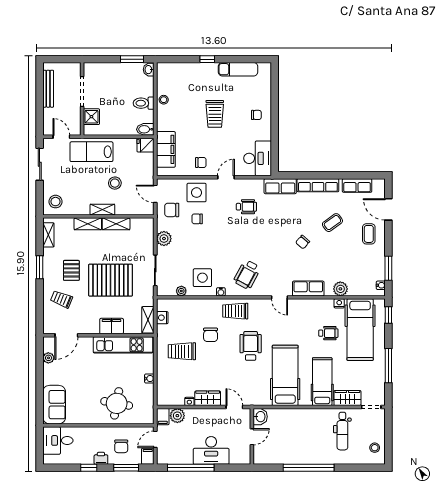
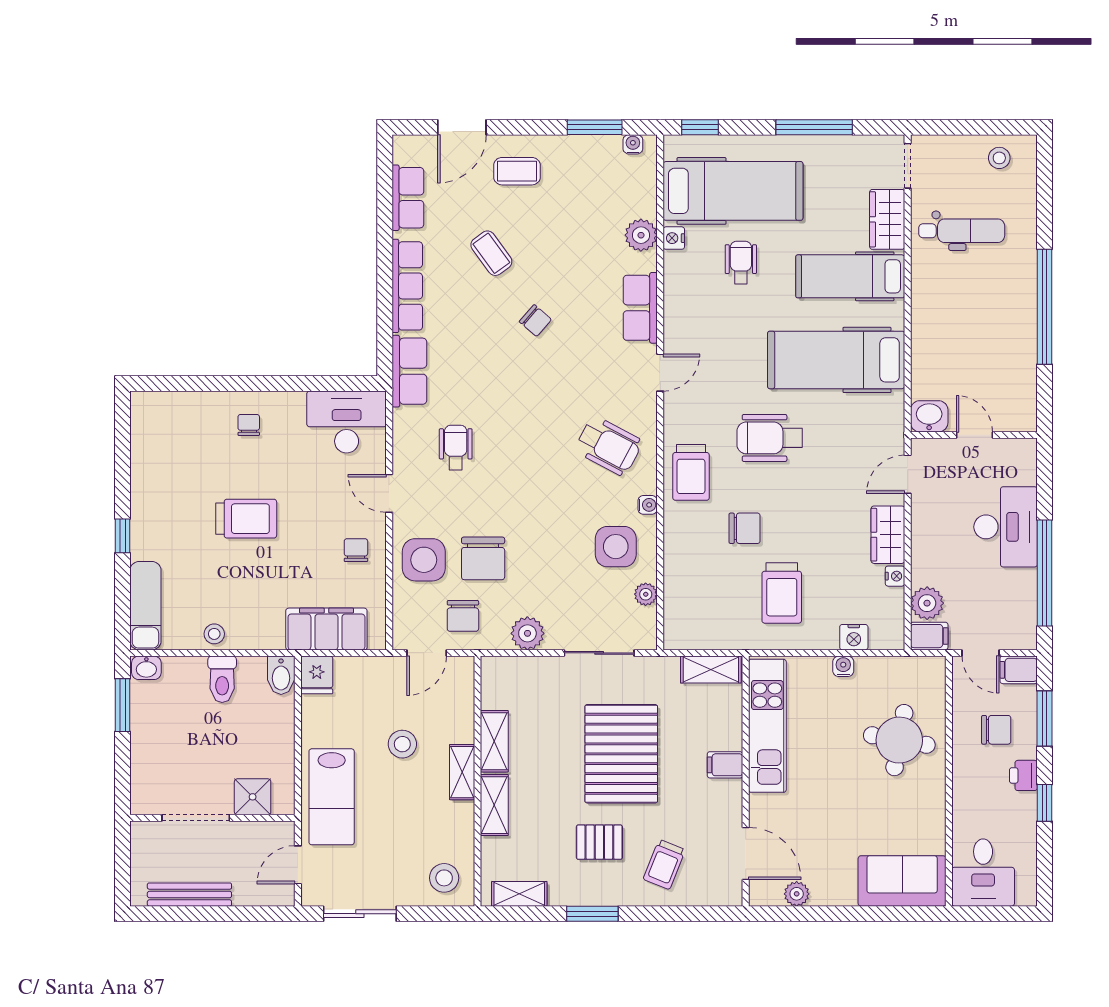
exam couch: (238, 69) -> (145, 606), moved
chair: (197, 219) -> (483, 558), width x1.87, depth x1.87
nightstand: (162, 318) -> (854, 637), moved
filing cabinet: (112, 326) -> (725, 765), width x0.50

